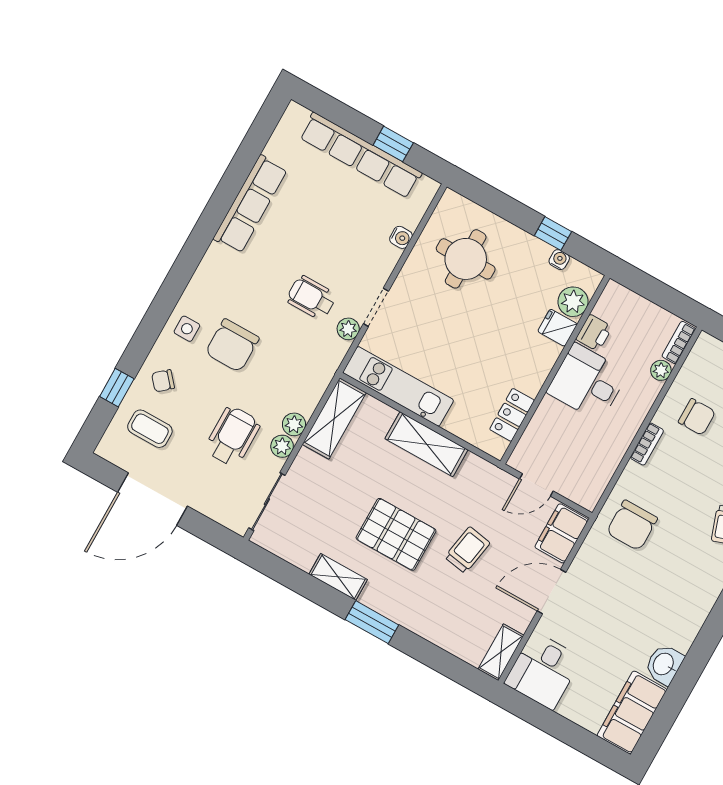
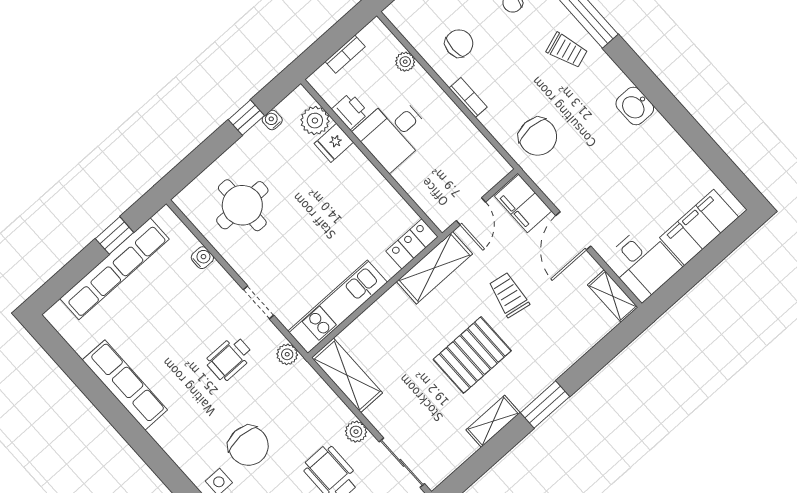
plant: (348, 329) -> (287, 354), moved
bookcase: (679, 343) -> (345, 54), moved, turned -90
locker: (512, 415) -> (412, 244), moved, turned 90
plant: (294, 424) -> (340, 414), removed
shelving: (426, 444) -> (434, 268), moved
washbasin: (664, 664) -> (635, 106), moved
filing cabinet: (632, 712) -> (699, 227), moved, turned 90

